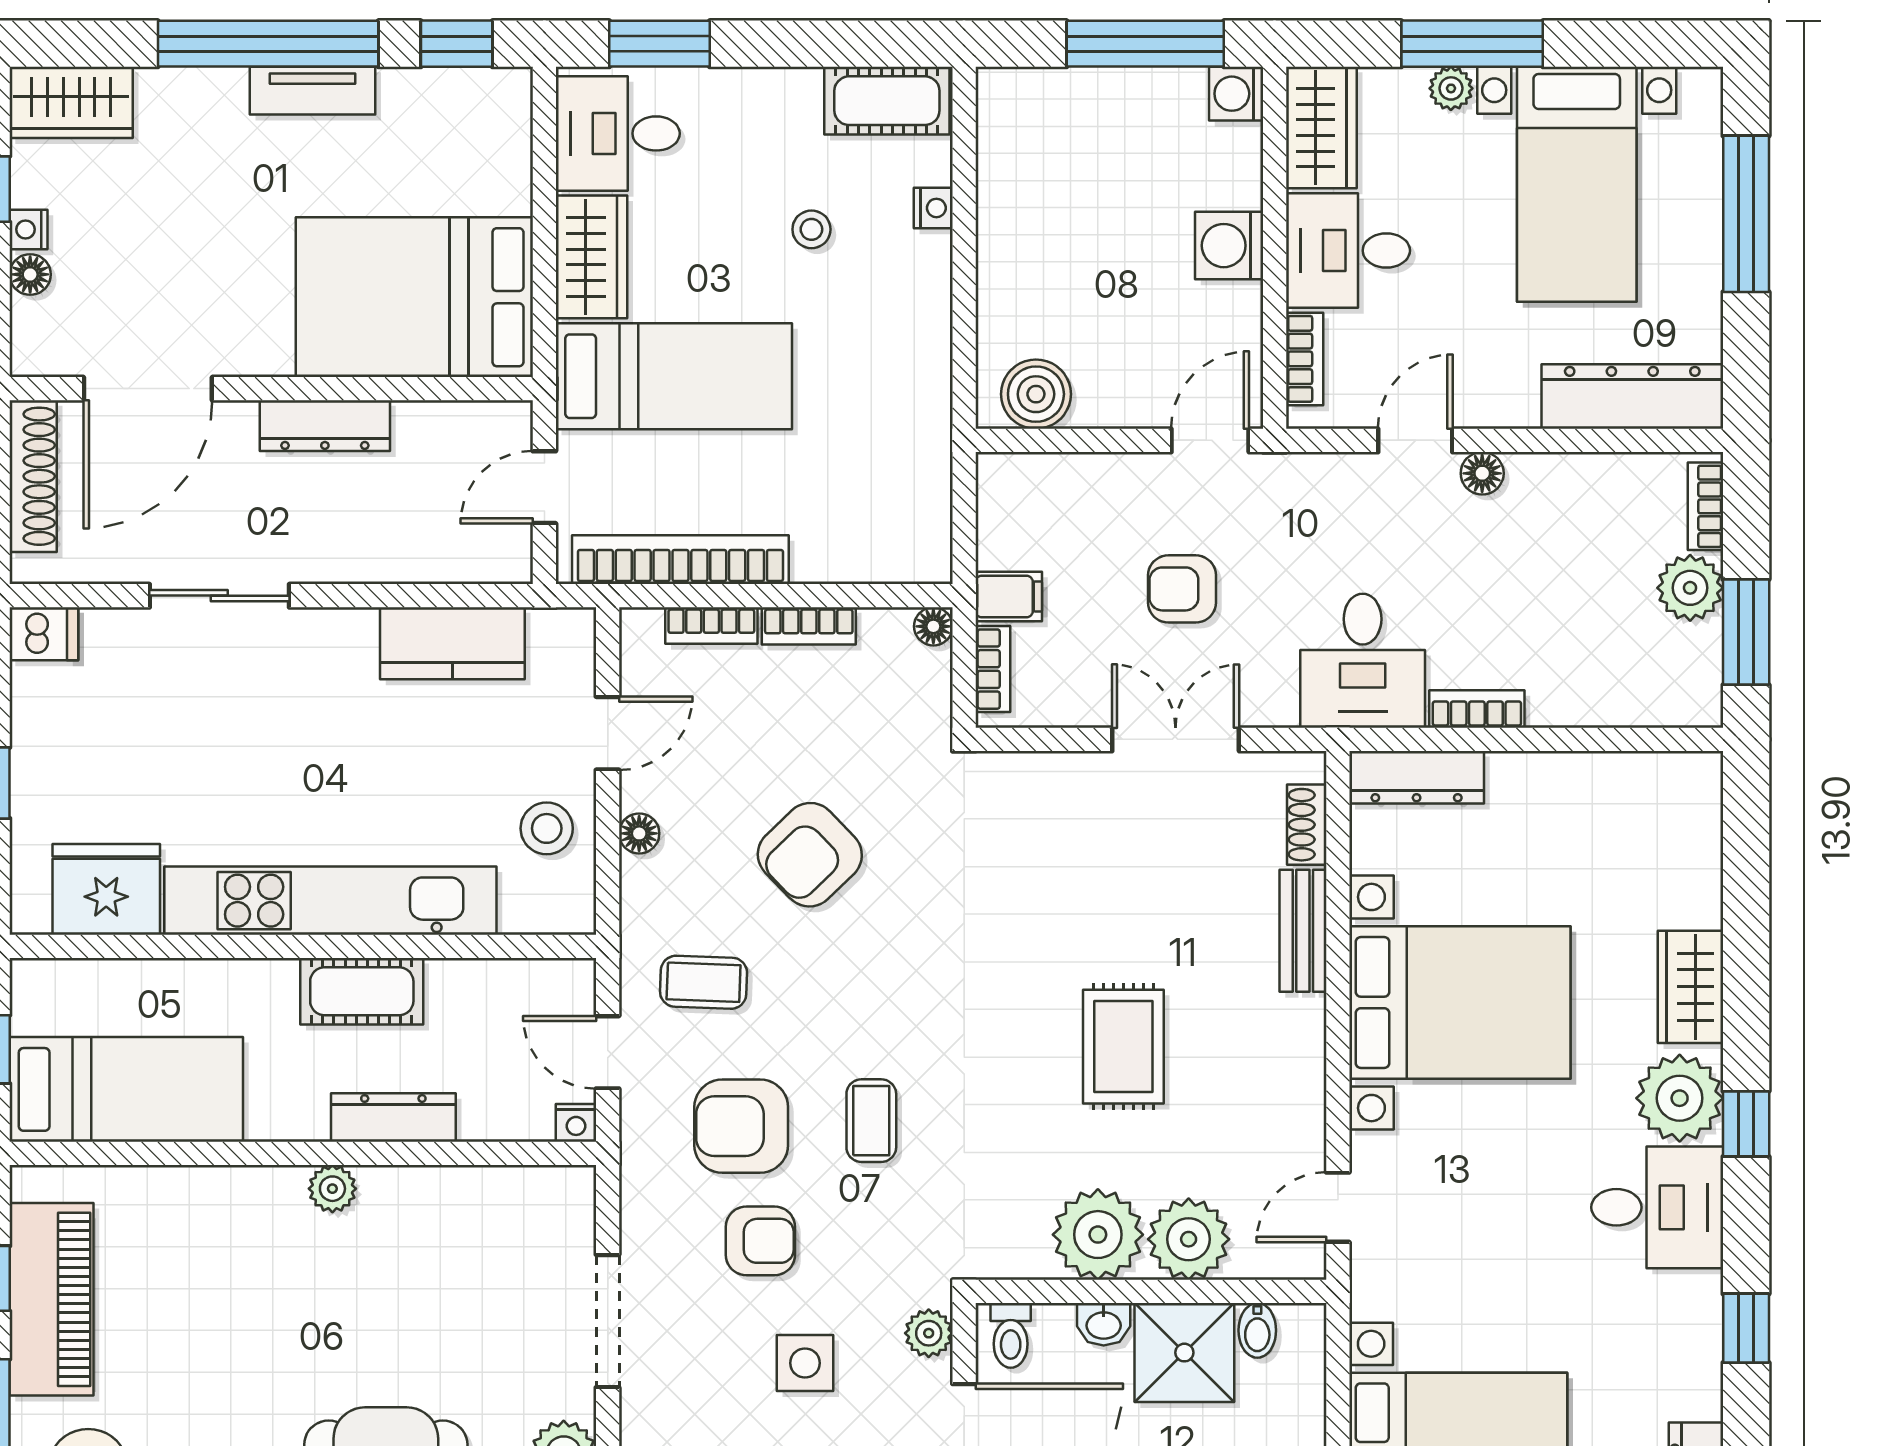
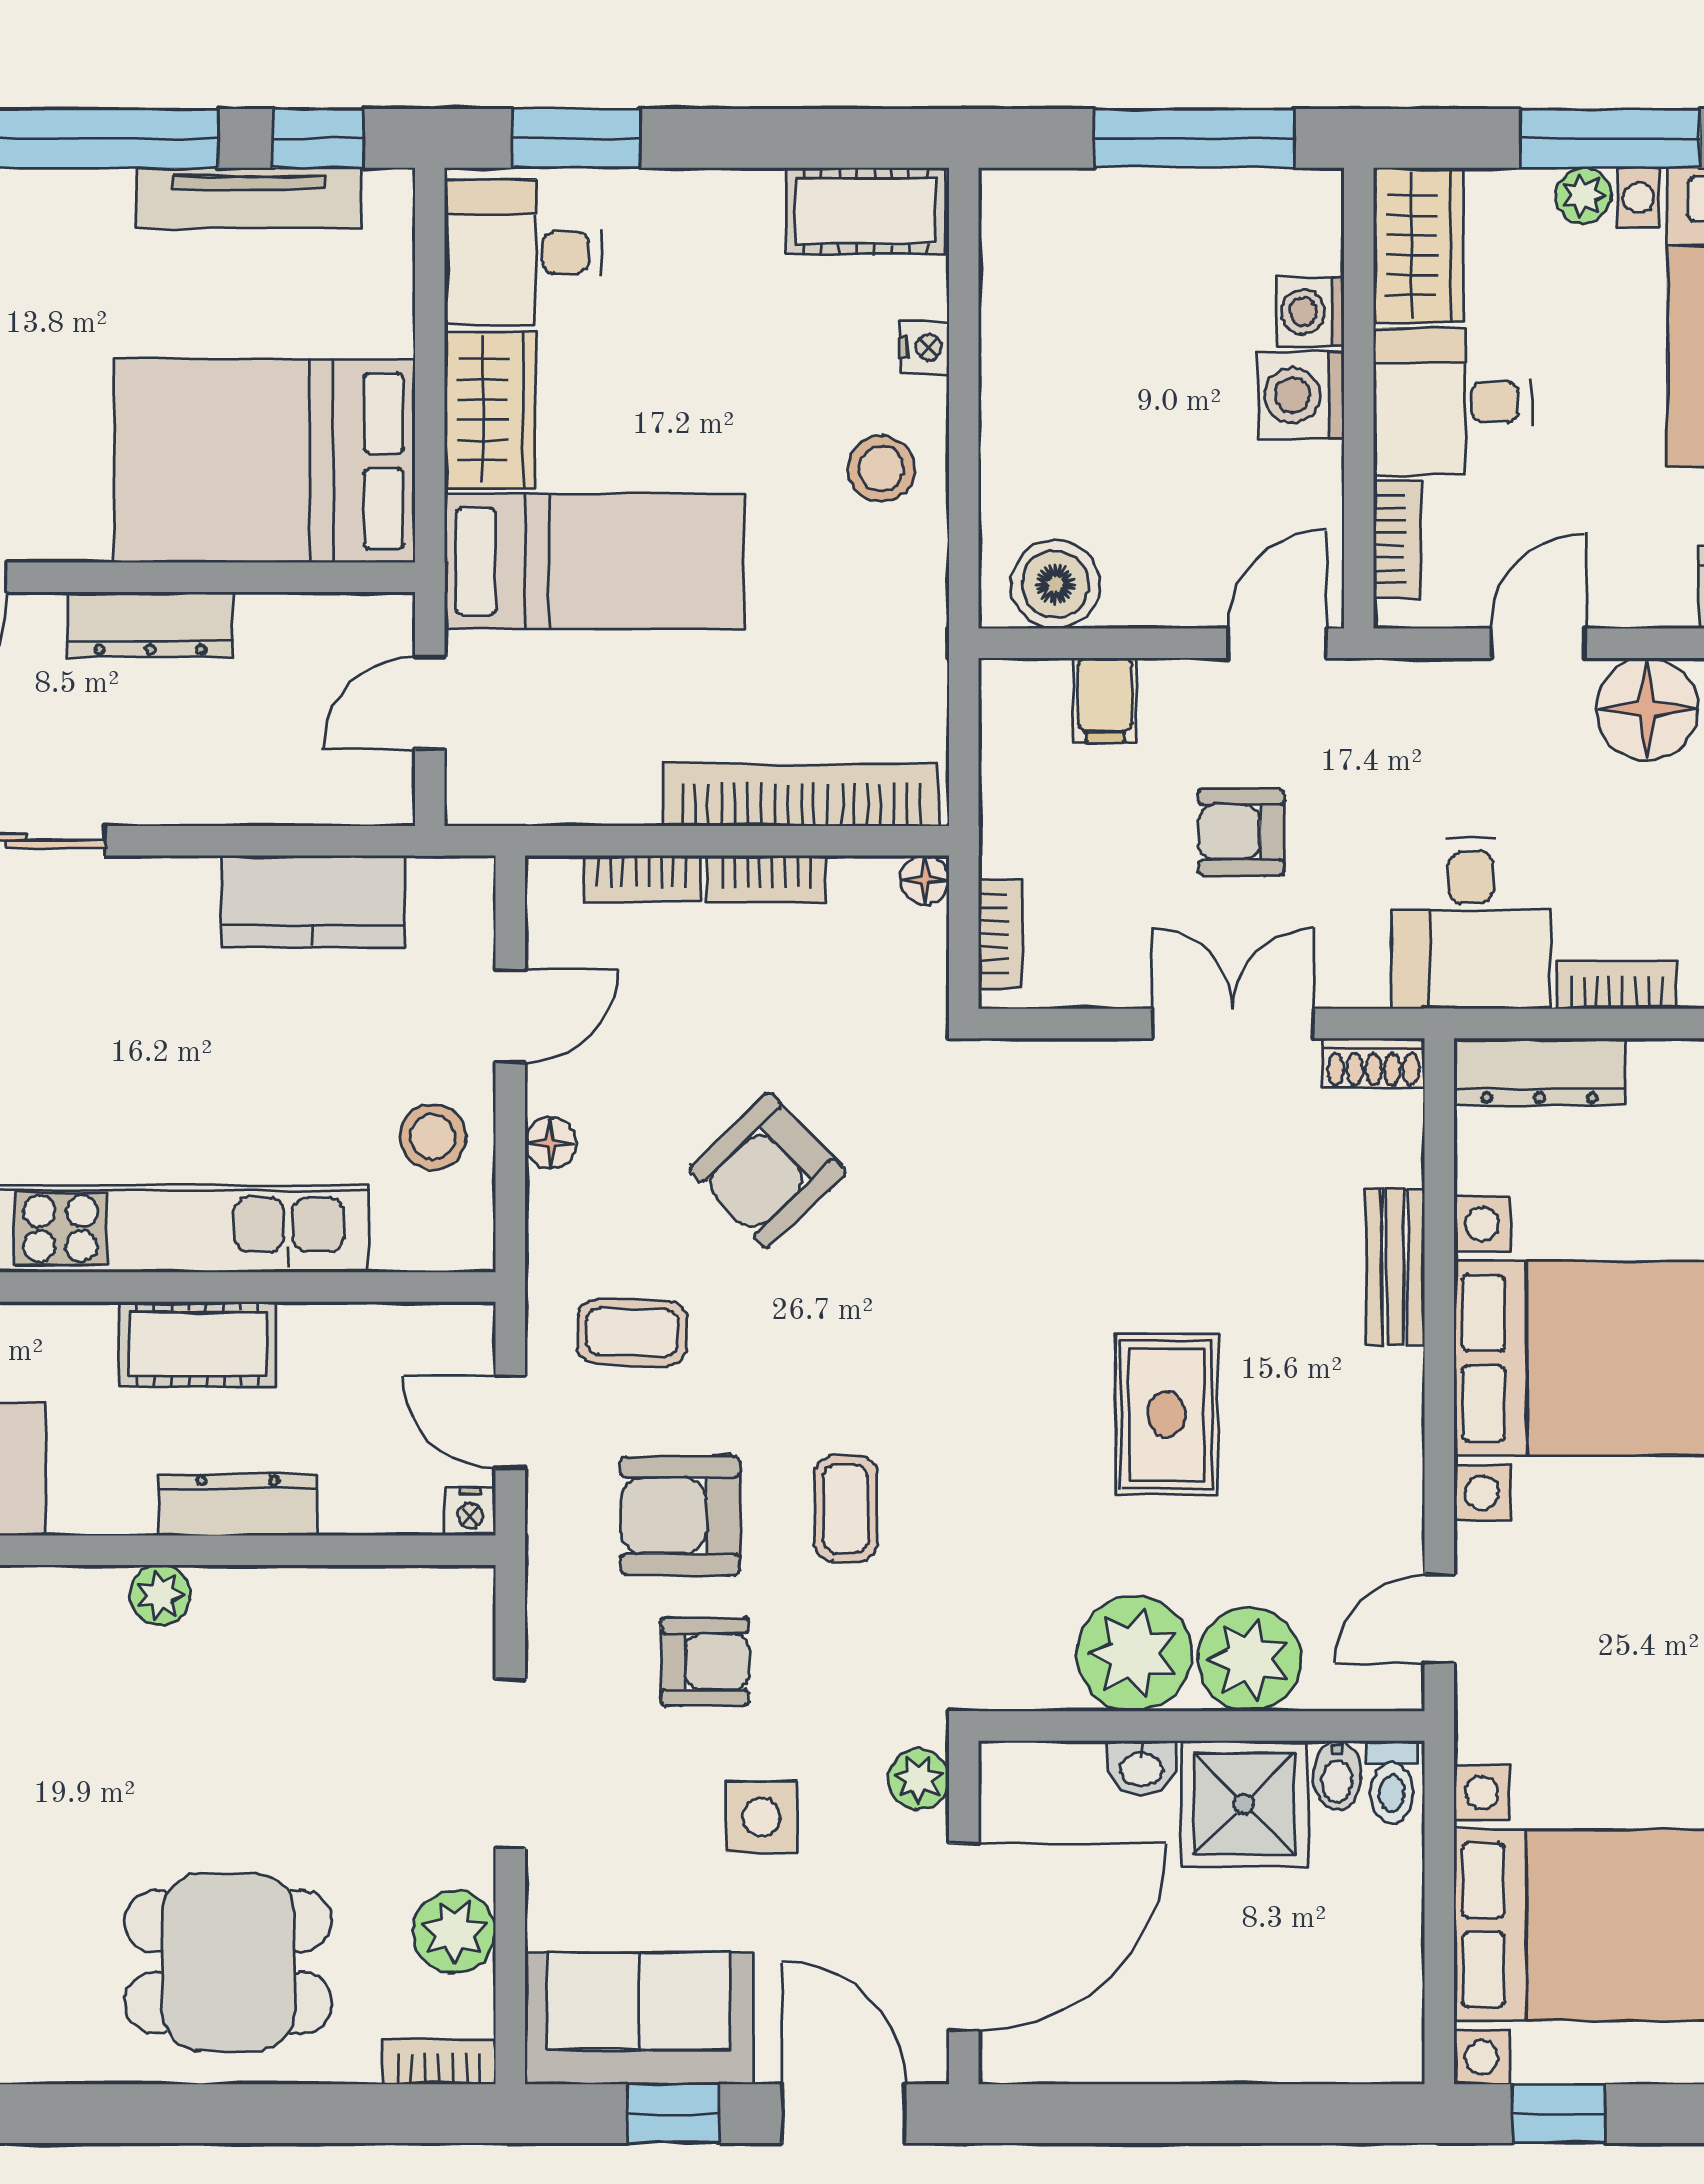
tv unit: (312, 91) -> (249, 198), moved, width x1.41
washing machine: (1236, 94) -> (1310, 312), moved
stool: (811, 229) -> (881, 469), moved, width x1.37, depth x1.37
floor lamp: (1482, 473) -> (1647, 709), width x1.89, depth x1.89
bookcase: (680, 560) -> (801, 795), moved
filing cabinet: (1009, 596) -> (1105, 700), moved, turned 90
shoe rack: (1307, 825) -> (1373, 1063), moved, turned -90
toilet: (1011, 1335) -> (1392, 1782), moved

